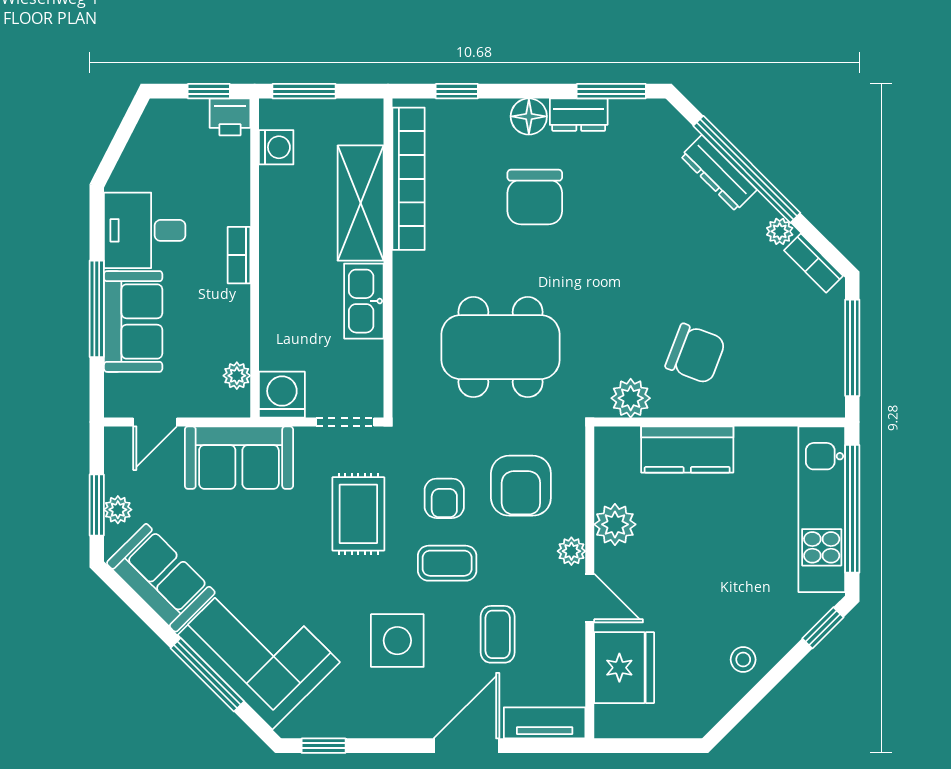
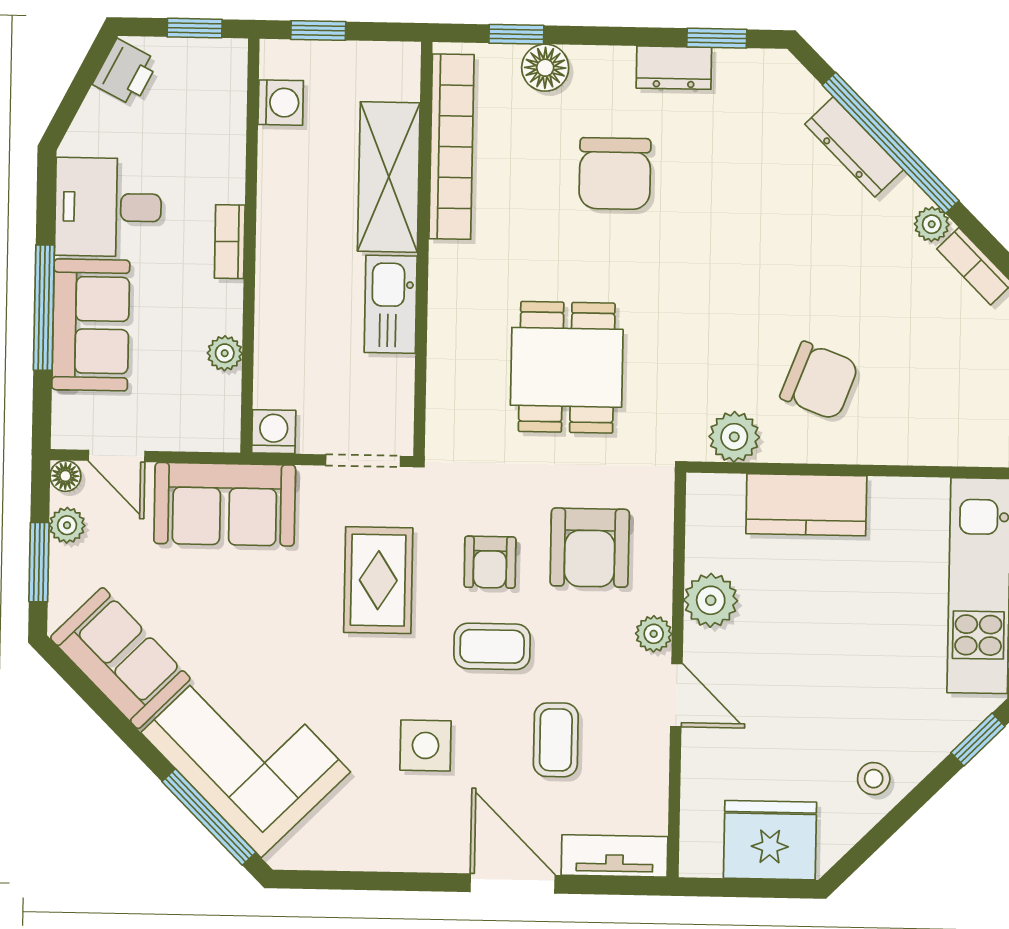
window: (304, 91) -> (318, 30), width x0.67
window: (611, 91) -> (717, 38), width x0.67
floor lamp: (529, 116) -> (545, 68), moved
printer: (230, 117) -> (126, 72), moved, turned -63
dining table: (501, 347) -> (567, 367), width x0.73
plant: (237, 376) -> (225, 353), moved
washing machine: (282, 395) -> (274, 432), width x0.73, depth x0.73
door: (155, 422) -> (117, 456), hinge flipped
floor lamp: (116, 438) -> (65, 476), added
plant: (118, 510) -> (67, 525), moved
side table: (397, 641) -> (426, 745), width x0.73, depth x0.73
fridge: (624, 668) -> (770, 840), moved, turned -90
window: (207, 675) -> (209, 817), moved
window: (324, 746) -> (327, 880), removed
door: (466, 746) -> (513, 884), hinge flipped

